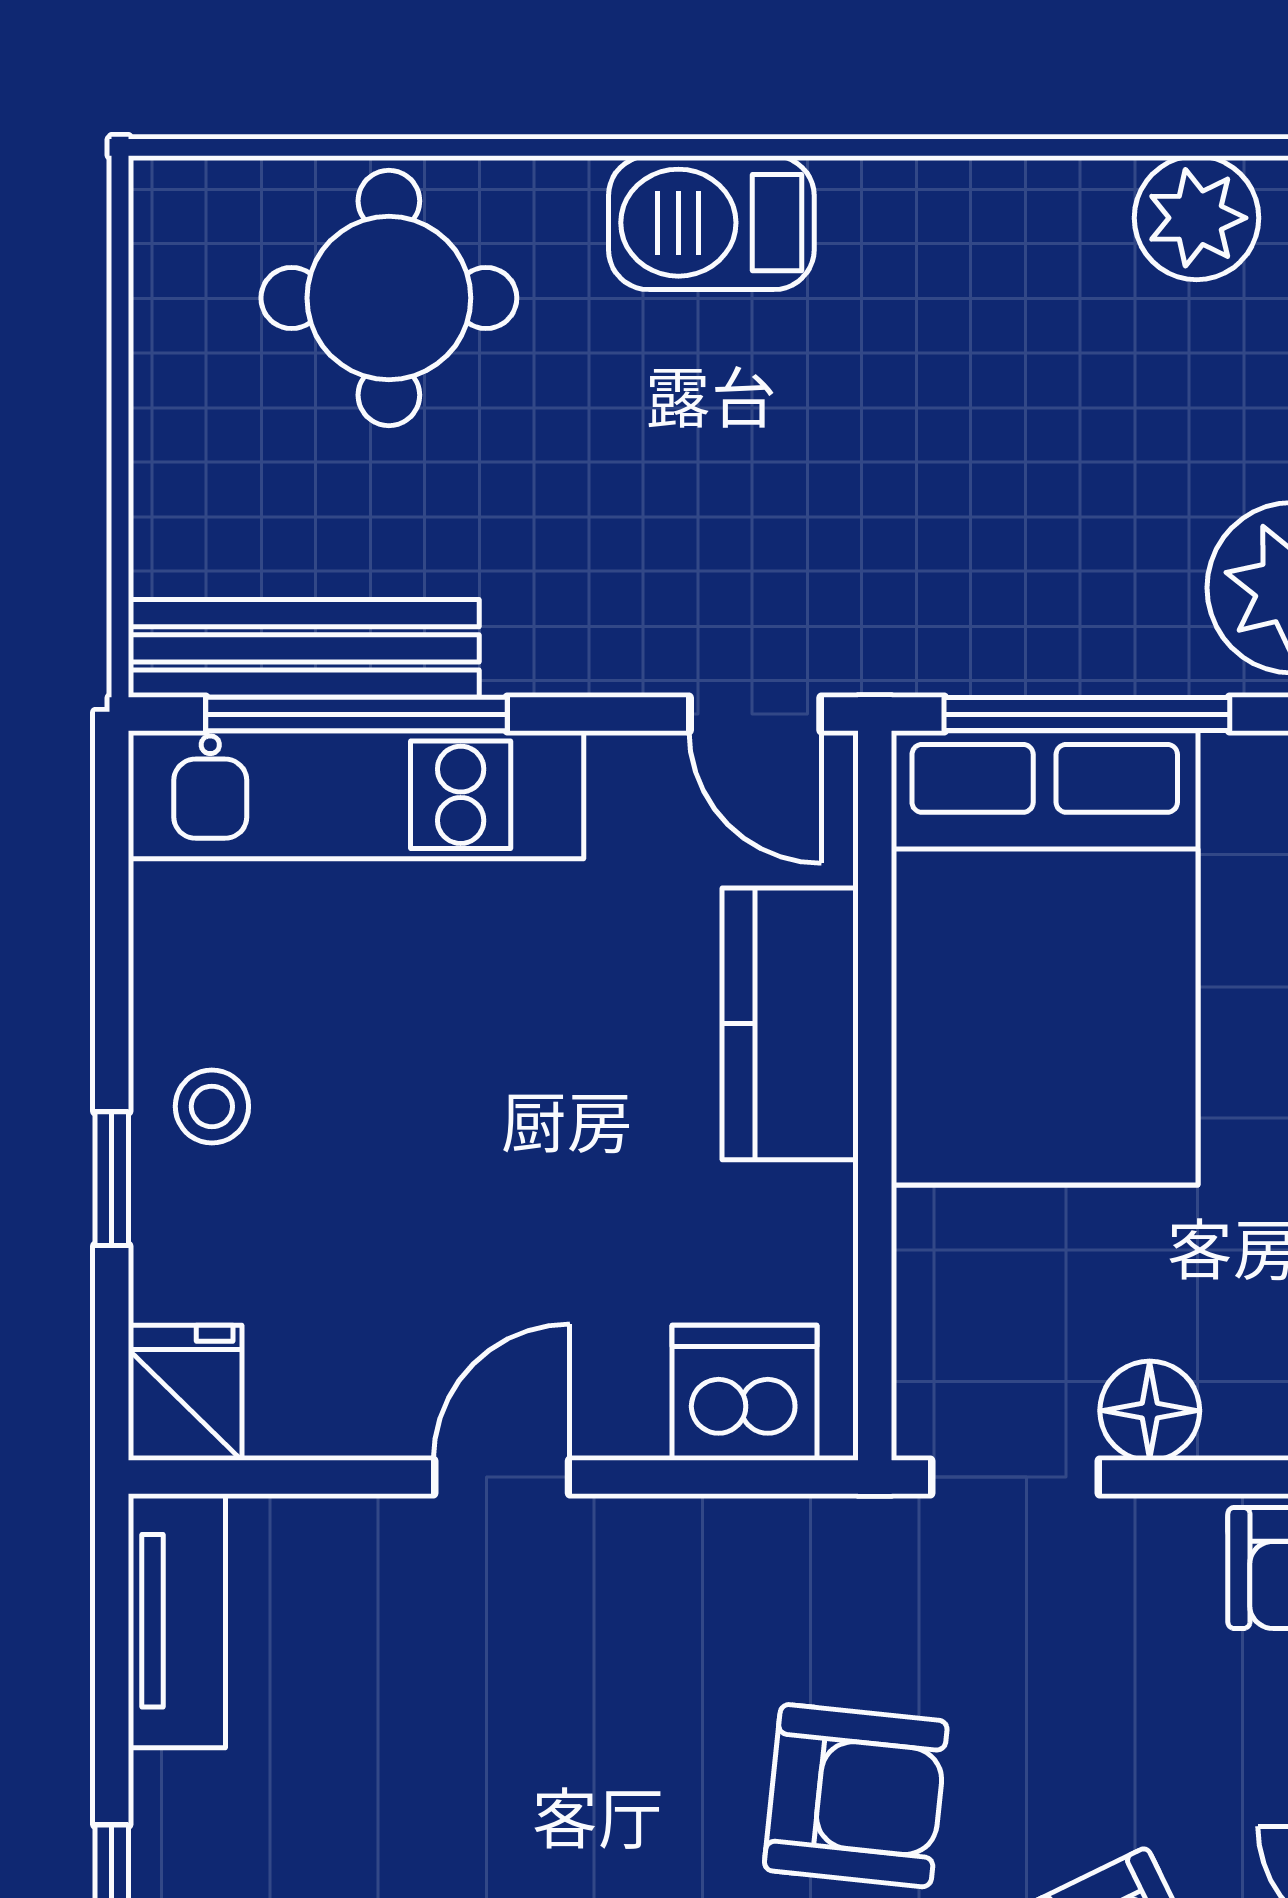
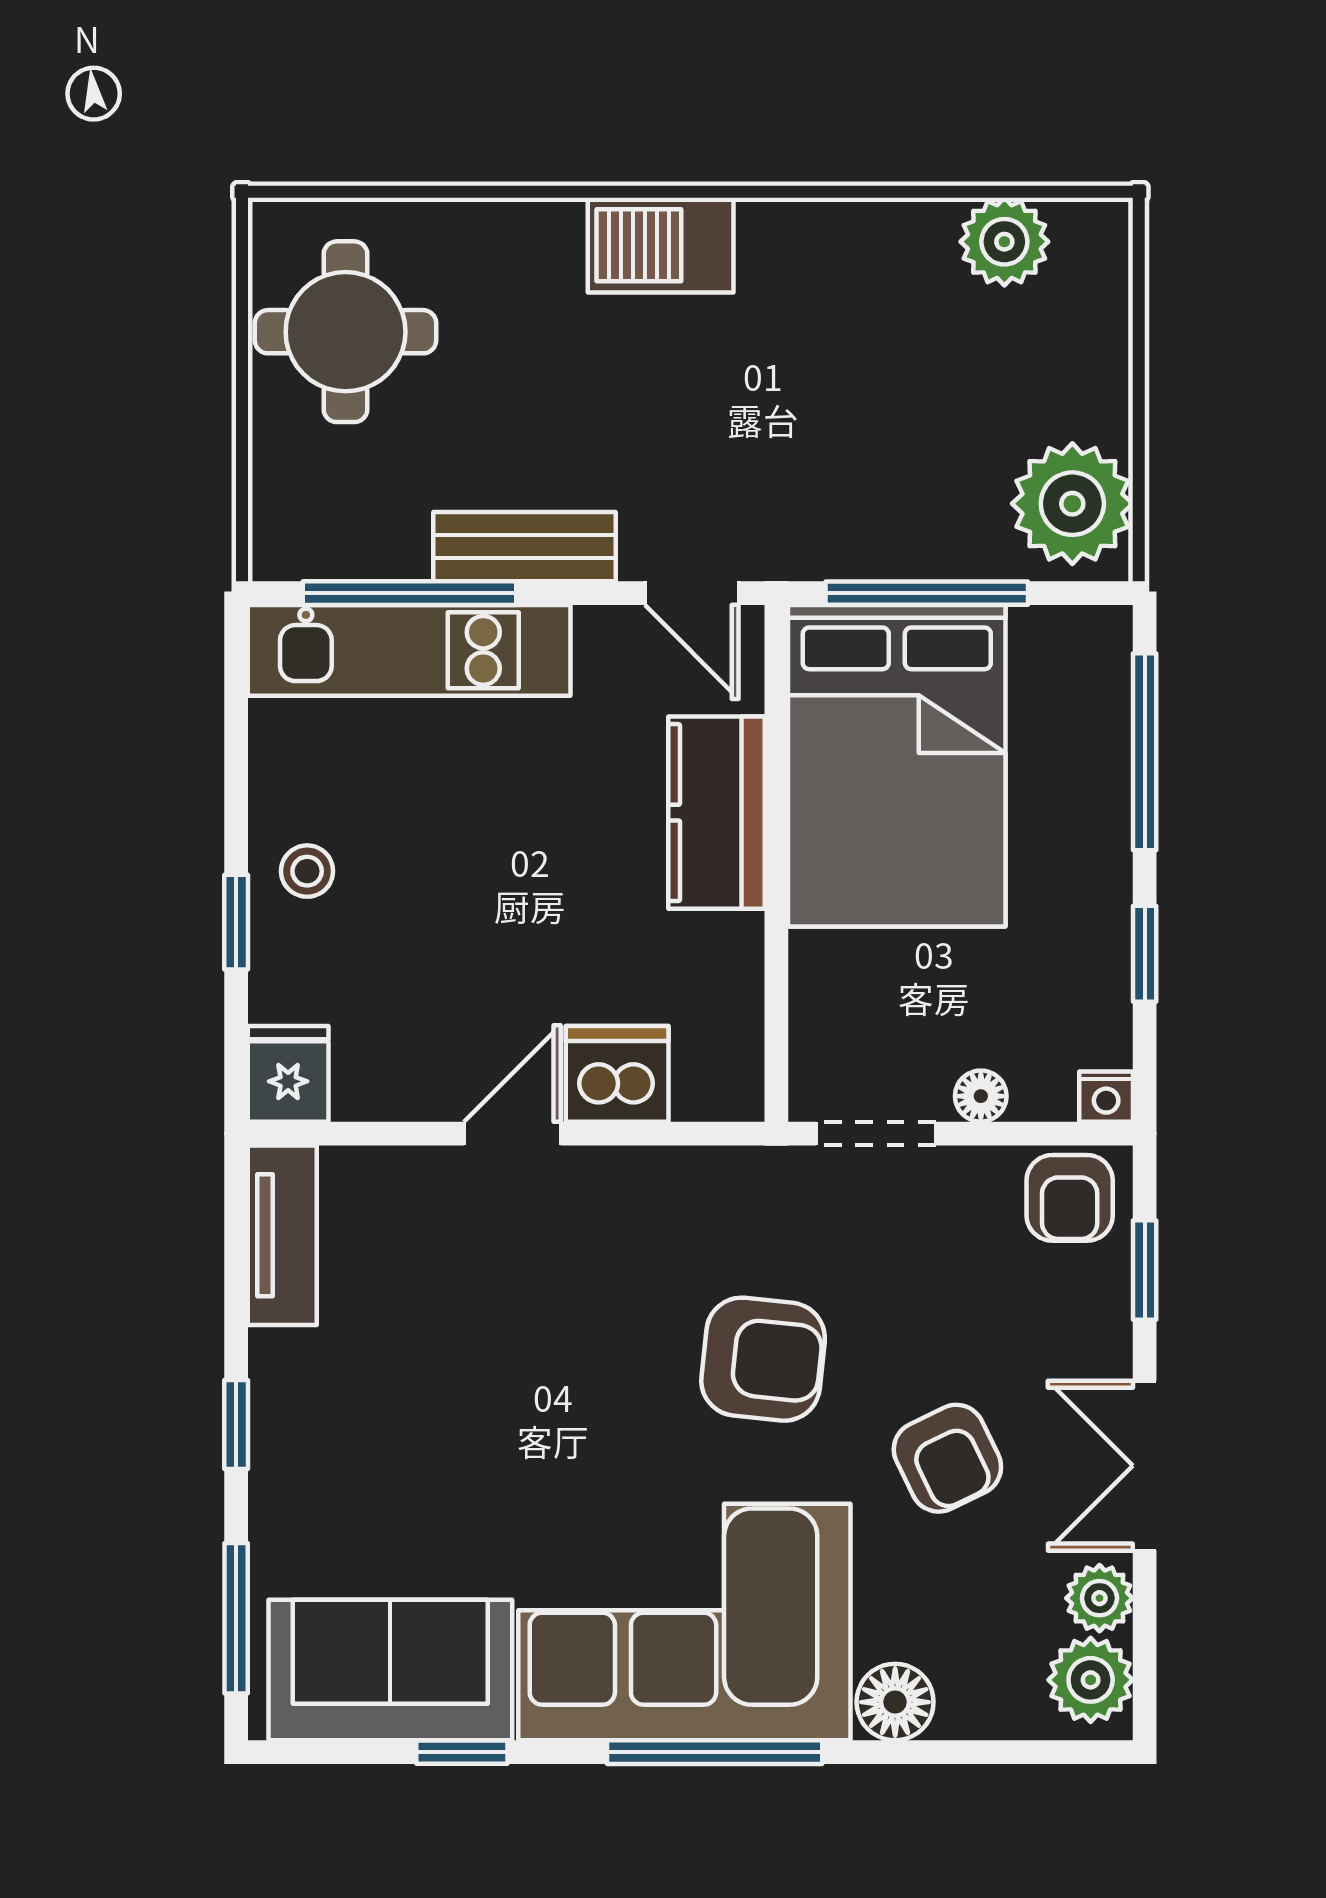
round table: (389, 298) -> (346, 332), moved
bench: (304, 648) -> (525, 547), moved, width x0.73
dishwasher: (745, 1393) -> (617, 1074), moved
floor lamp: (1150, 1411) -> (981, 1096), width x0.73, depth x0.73

